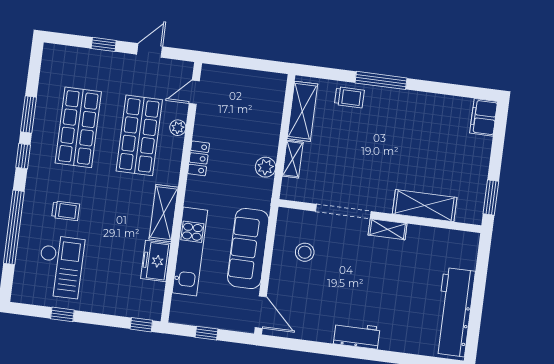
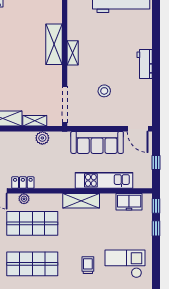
locker: (199, 158) -> (23, 183), moved
shelving: (425, 206) -> (54, 44), moved
doorway: (343, 211) -> (65, 104), moved
stool: (305, 252) -> (104, 91), moved
freezer: (156, 261) -> (129, 202), moved
door: (261, 312) -> (138, 129), swing flipped
window: (62, 314) -> (156, 228), moved

